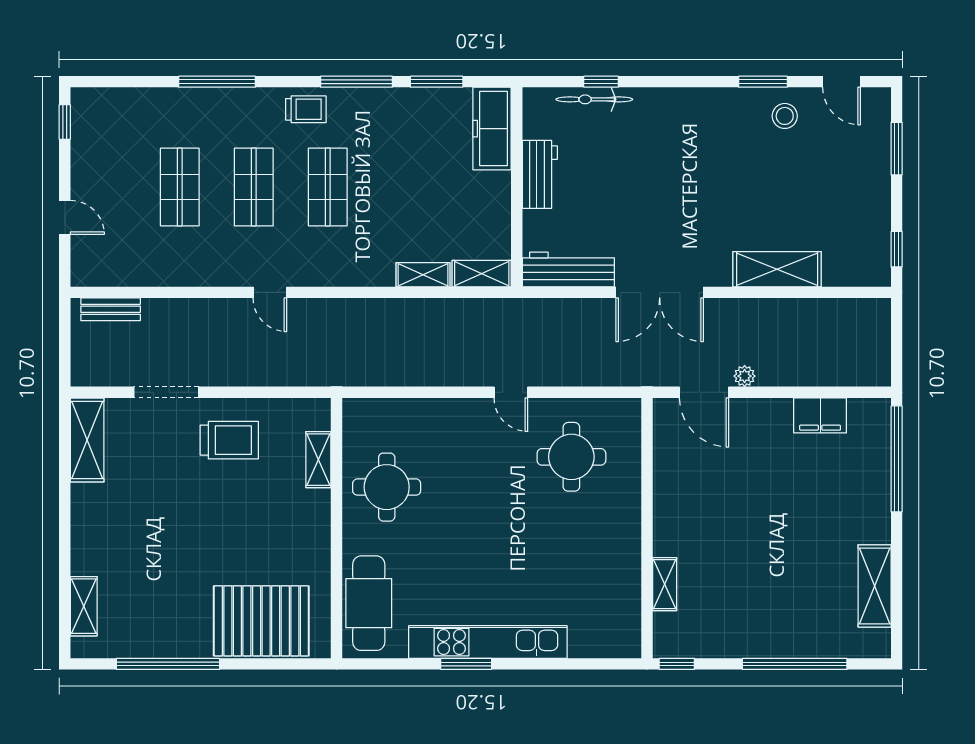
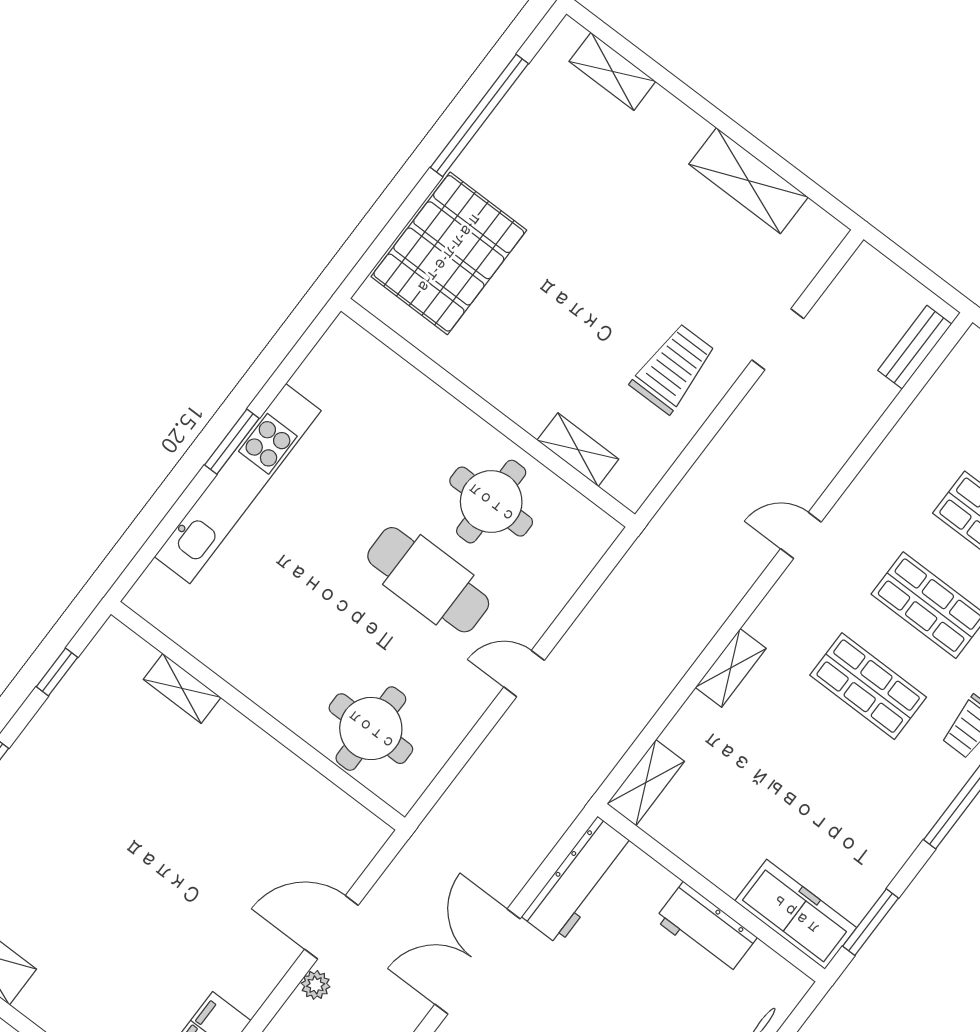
window: (437, 82) -> (871, 922), moved
shelving: (423, 275) -> (731, 668), moved
doorway: (166, 392) -> (778, 339), width x0.73
door: (511, 392) -> (524, 674), moved
shelving: (87, 440) -> (748, 181), moved
trolley: (229, 440) -> (673, 368), turned 180
wall: (647, 528) -> (258, 716), moved
shelving: (665, 584) -> (182, 688), moved
cafe table: (369, 603) -> (428, 580), moved

